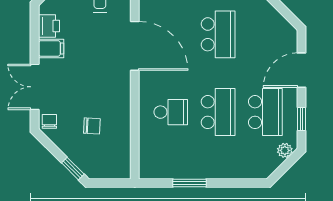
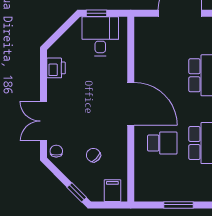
door: (135, 46) -> (131, 104), moved
filing cabinet: (51, 48) -> (112, 191), moved, turned -90
chair: (92, 126) -> (93, 155), turned -139

